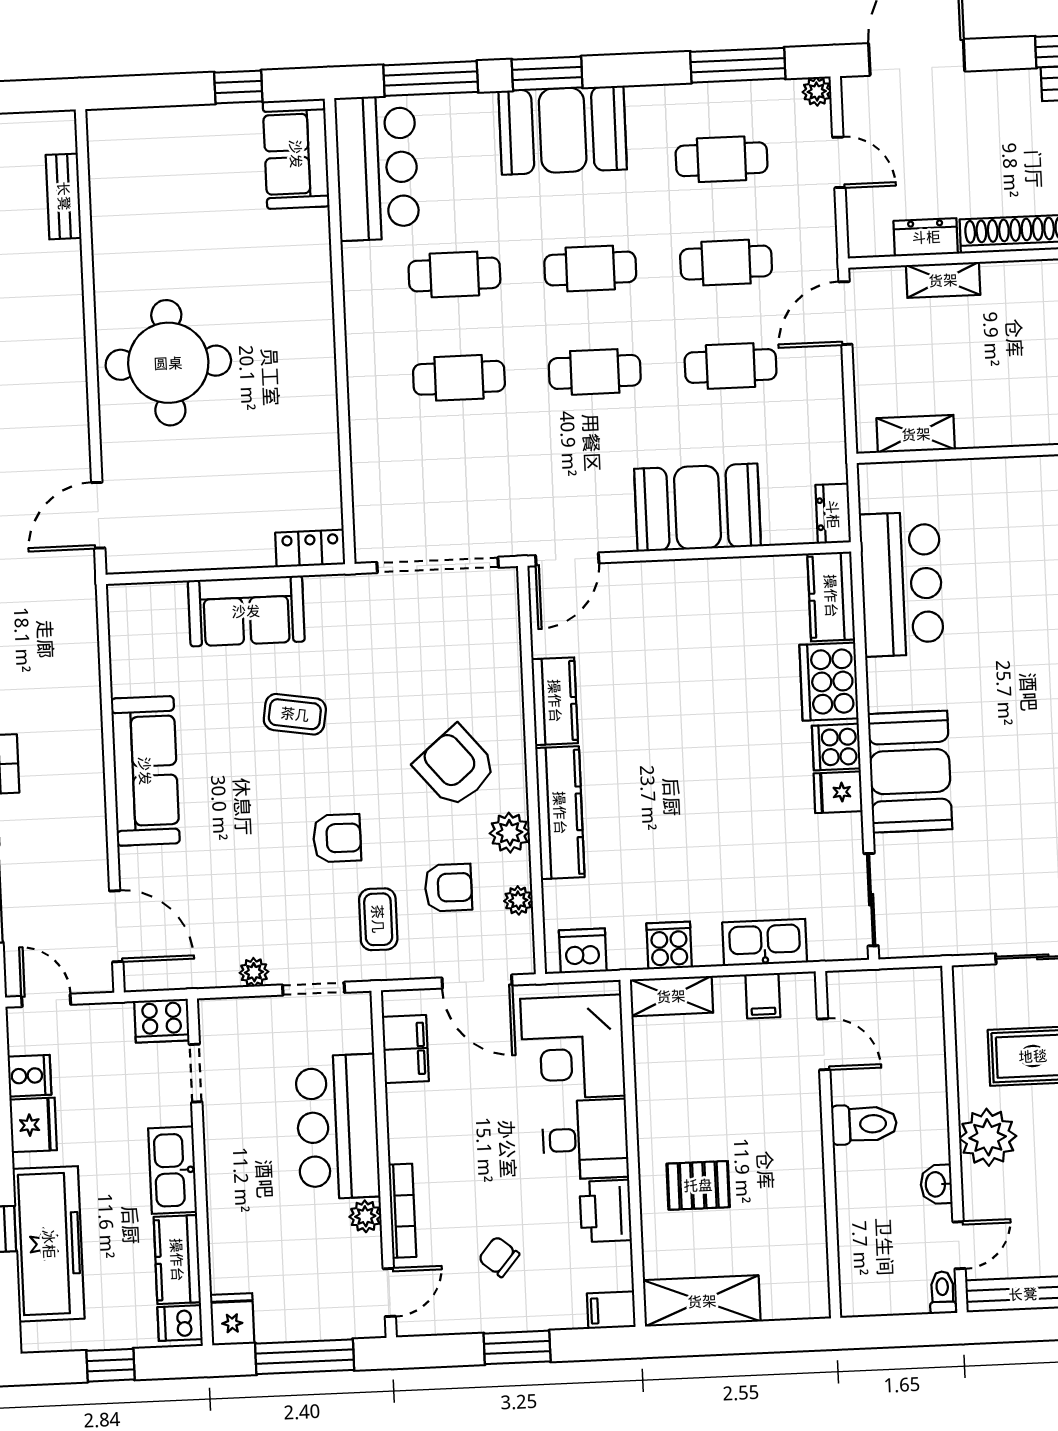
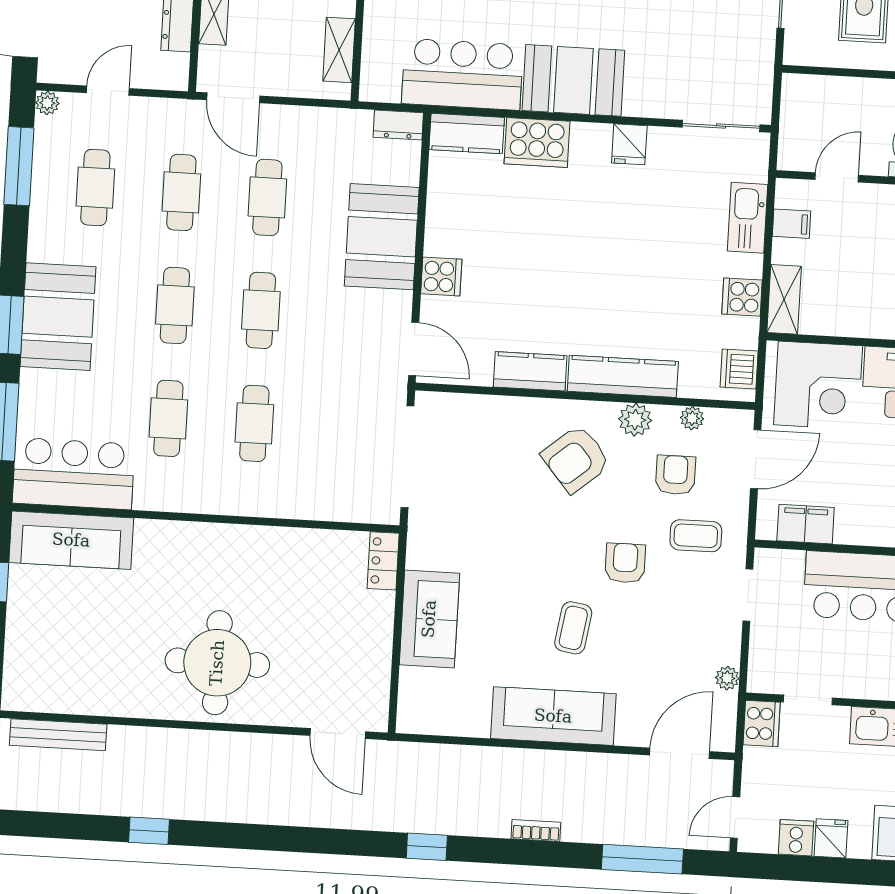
sofa: (296, 154) -> (71, 540), width x1.36
bench: (64, 196) -> (58, 735), width x1.36
coffee table: (295, 714) -> (573, 628), moved
cooker: (836, 747) -> (441, 277), moved, turned -90
booth: (910, 772) -> (573, 80), moved
plant: (254, 972) -> (727, 678), moved
fridge: (33, 1125) -> (831, 838), width x0.72

